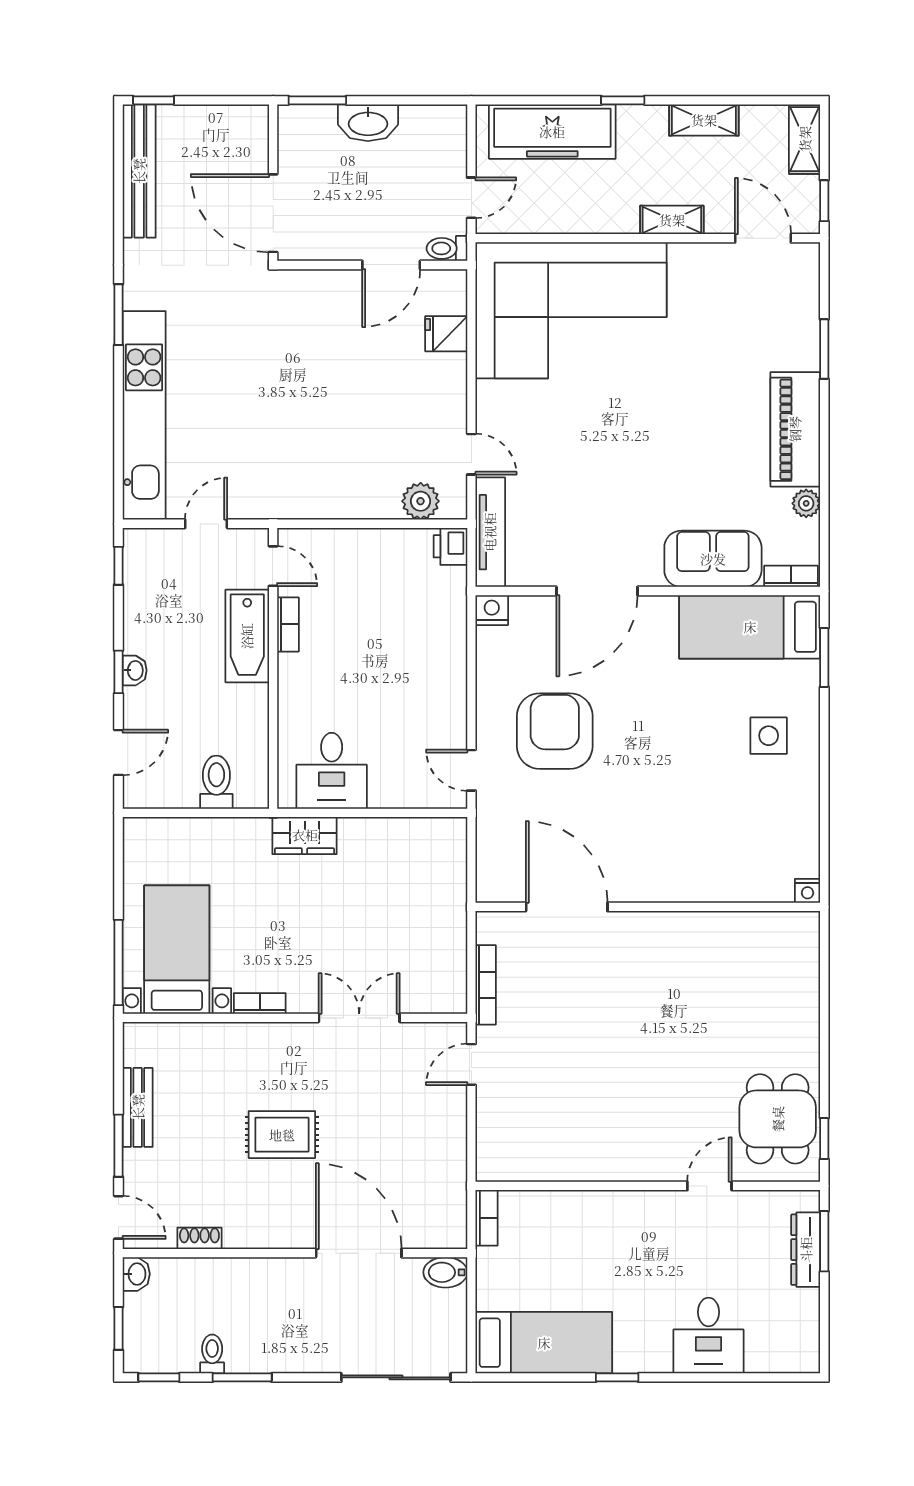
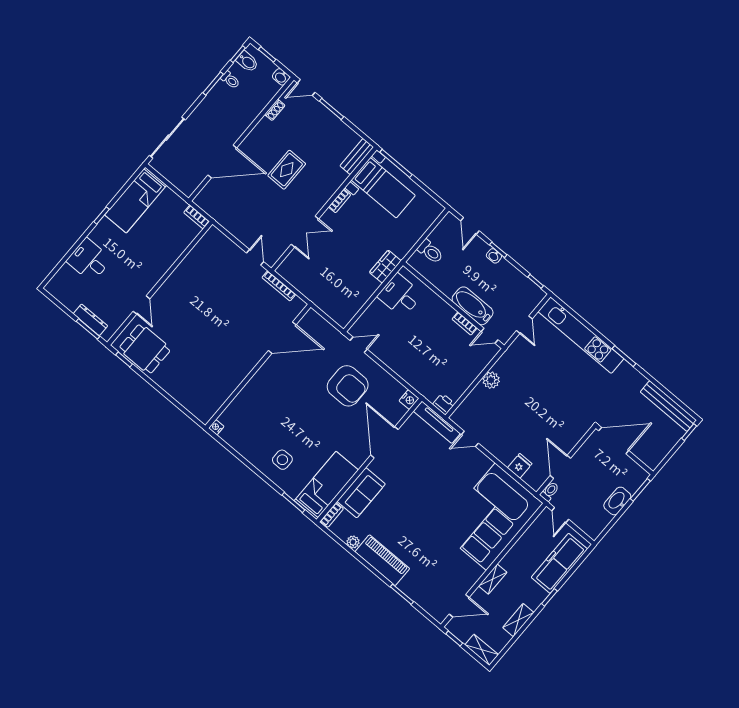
plant: (421, 501) -> (491, 380), moved
bench: (138, 1107) -> (357, 157), moved, turned 90
bidet: (445, 1272) -> (247, 62), moved, turned 90

